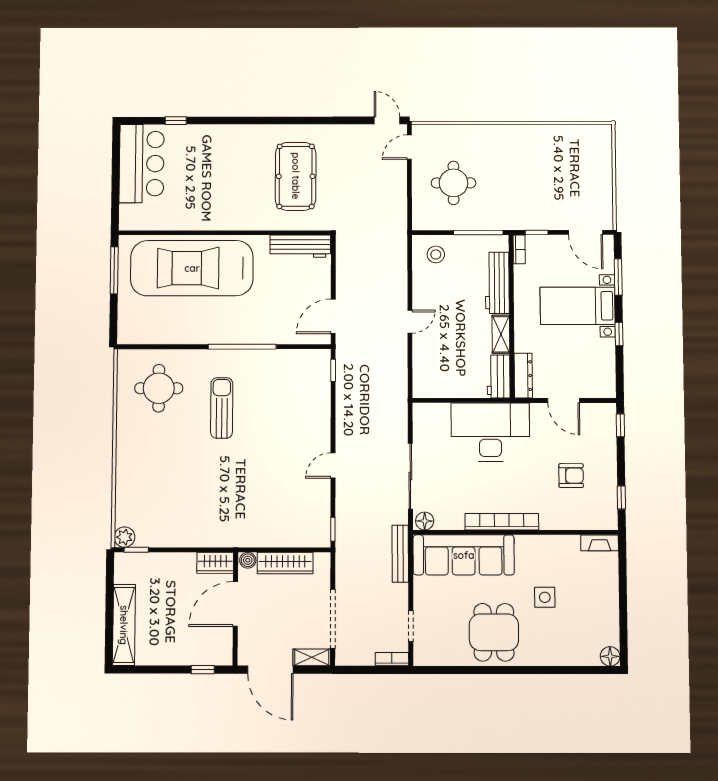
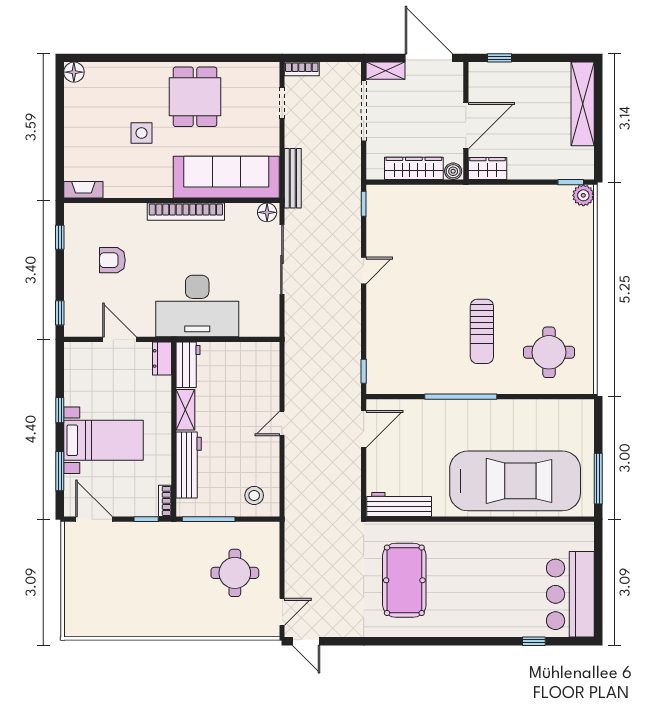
dresser: (523, 376) -> (162, 358), width x0.70

